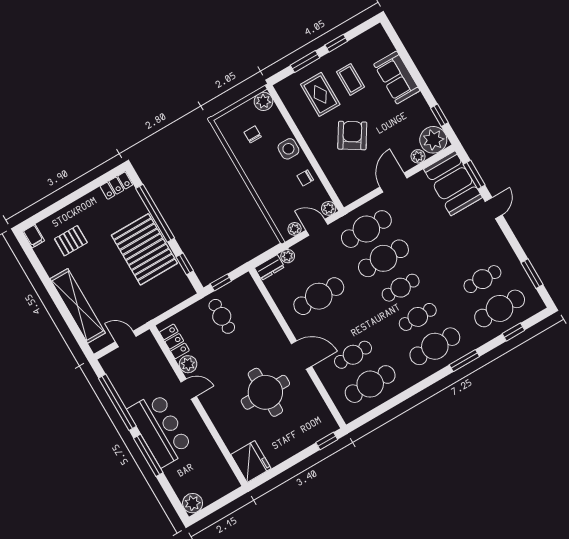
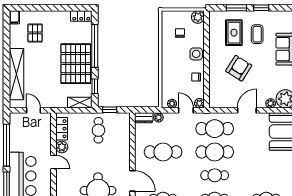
pallet: (71, 241) -> (35, 33), turned 90
shelving: (178, 295) -> (80, 103), added

